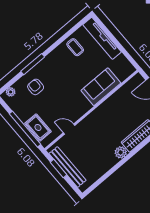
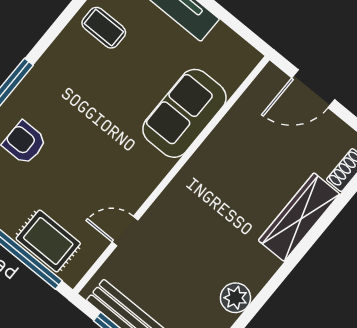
plant: (121, 152) -> (235, 298), moved

